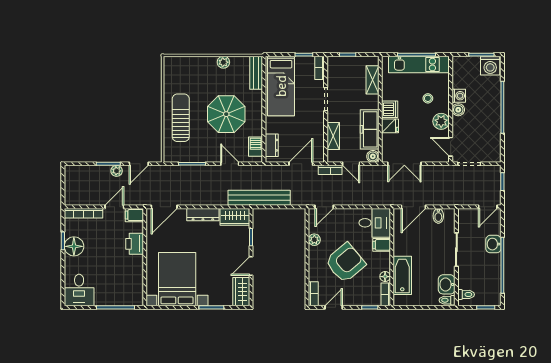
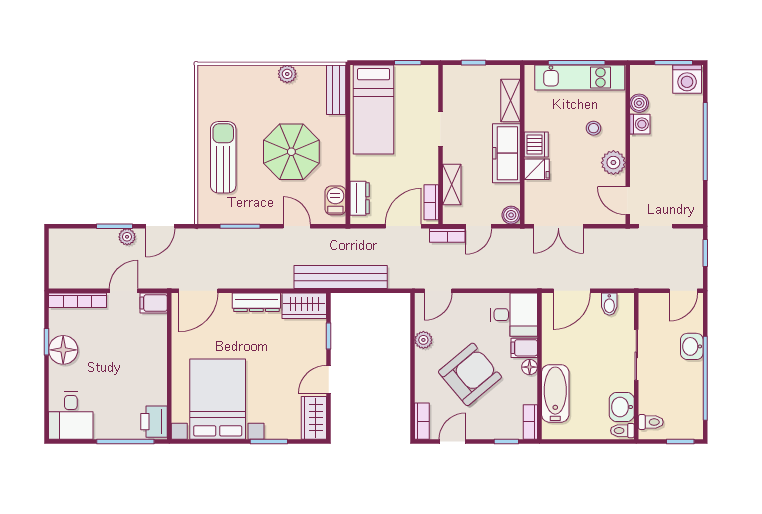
bookcase: (320, 68) -> (431, 202), moved
boiler: (458, 110) -> (639, 103), moved
freezer: (370, 129) -> (506, 153), moved
door: (351, 164) -> (479, 226), hinge flipped
printer: (135, 244) -> (154, 422), moved
floor lamp: (385, 277) -> (530, 367), moved

